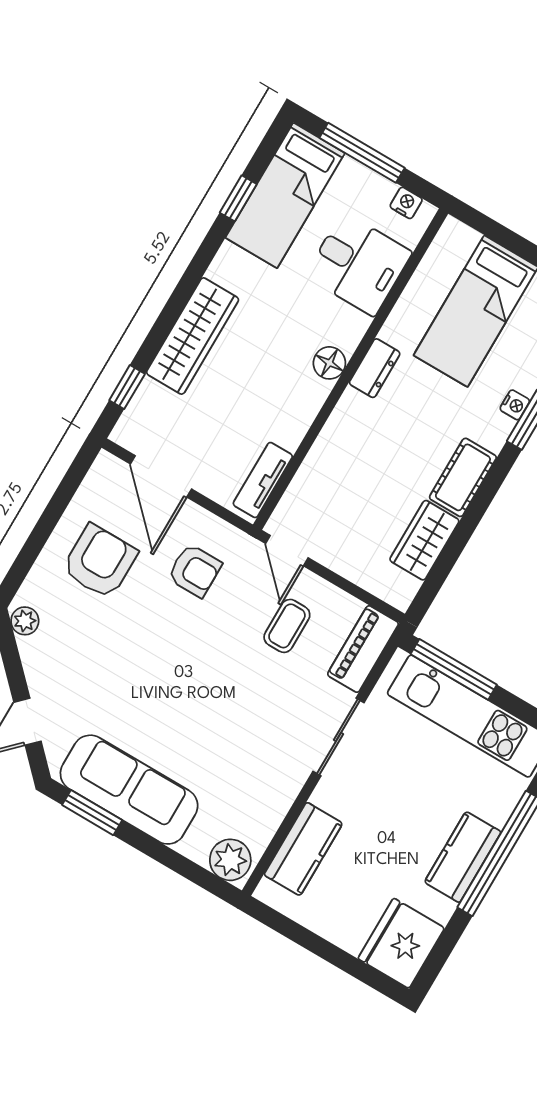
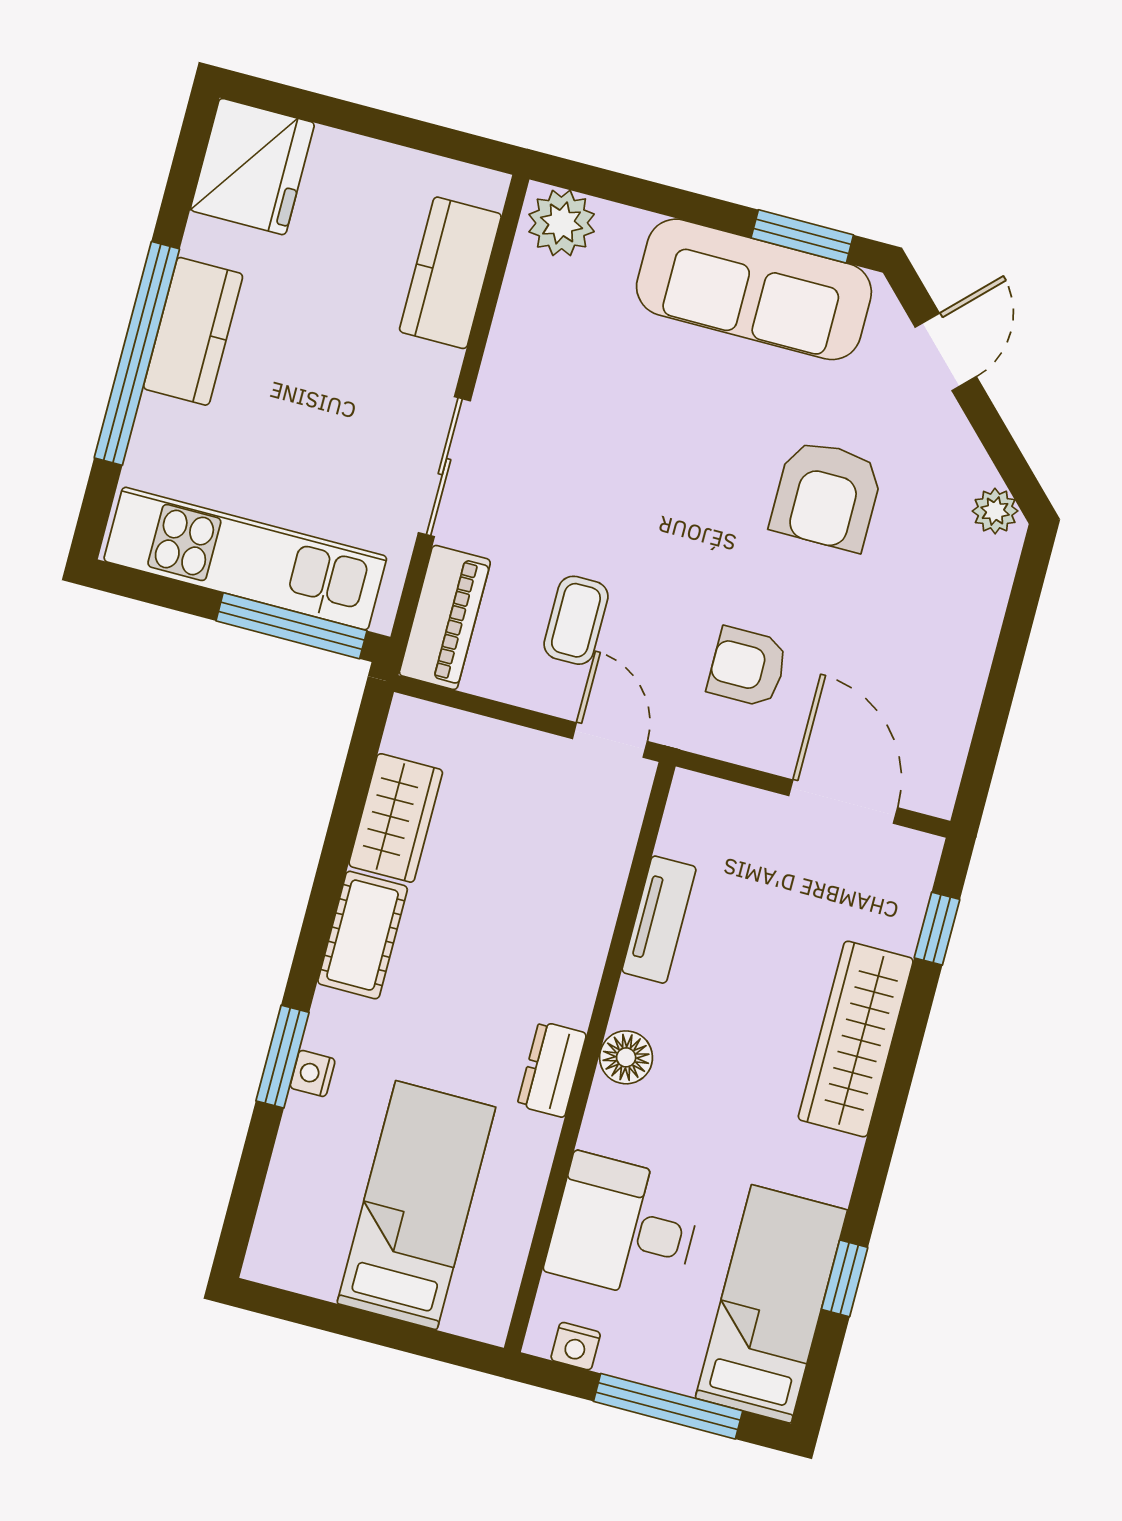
tv unit: (263, 480) -> (659, 920), moved
armchair: (100, 561) -> (826, 495), moved

